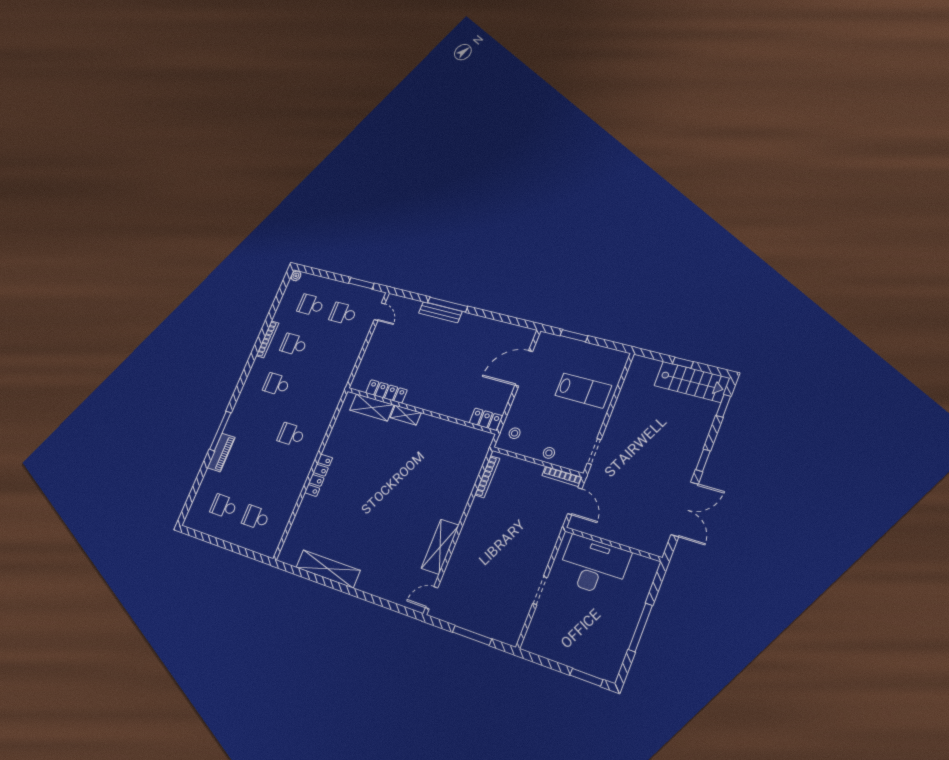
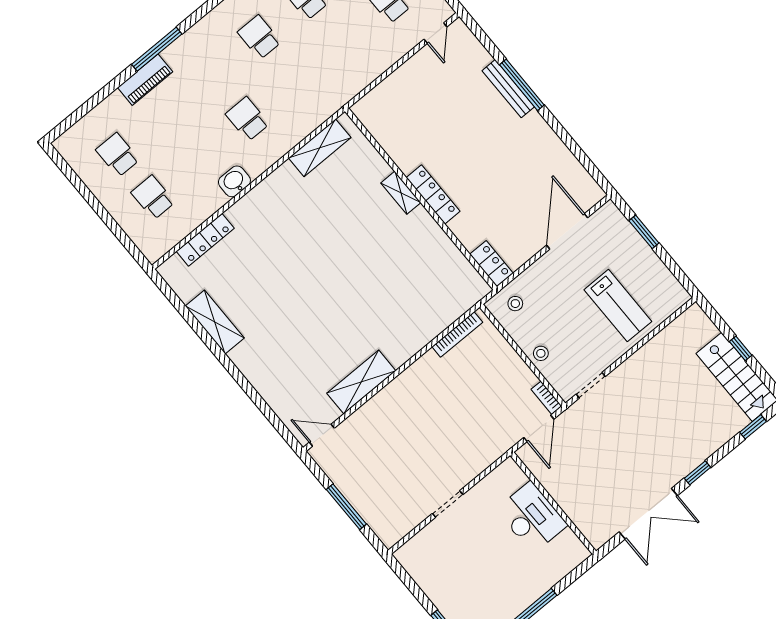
door: (524, 368) -> (567, 231), hinge flipped
locker: (386, 391) -> (433, 195), moved
shelving: (372, 407) -> (320, 148), moved, turned 90
locker: (319, 475) -> (205, 240), moved
washbasin: (300, 476) -> (234, 181), added
bookcase: (562, 476) -> (546, 398), width x0.64
desk: (593, 566) -> (532, 517), width x0.73, depth x0.77
shelving: (328, 569) -> (215, 322), width x0.68

